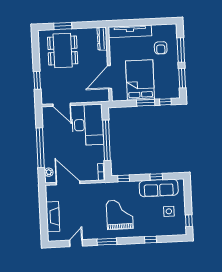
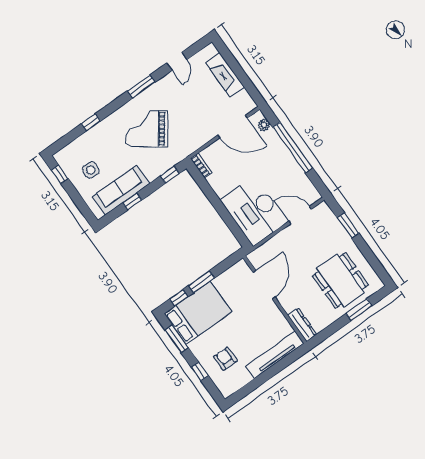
window: (181, 50) -> (200, 372), width x0.46
bed: (140, 80) -> (198, 313), moved, turned -90
window: (106, 140) -> (219, 207), removed
grand piano: (120, 215) -> (147, 129), turned 126

